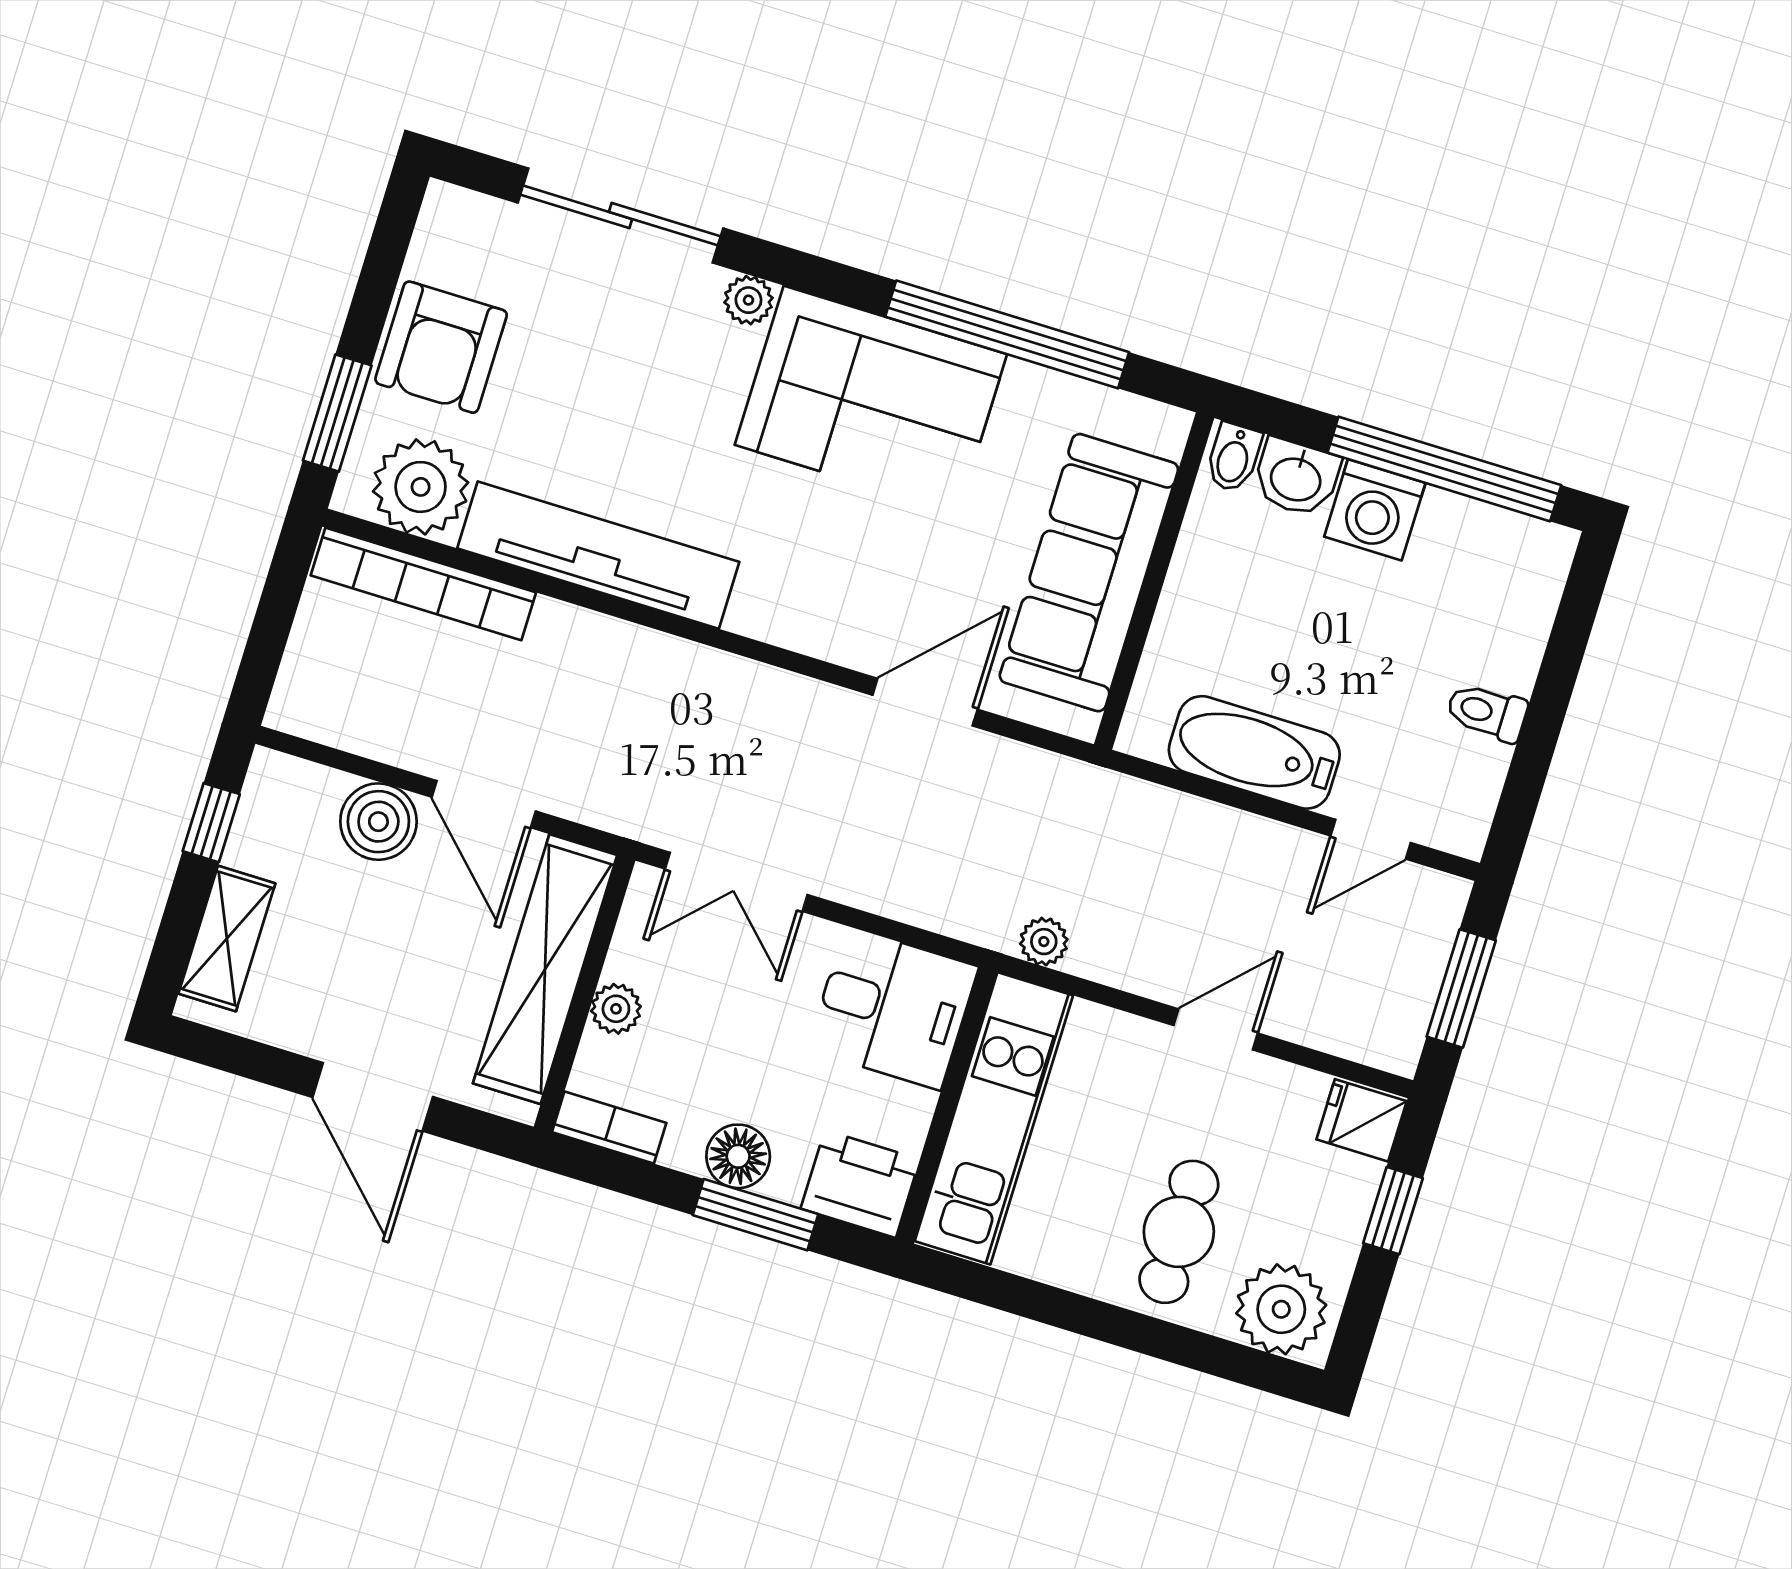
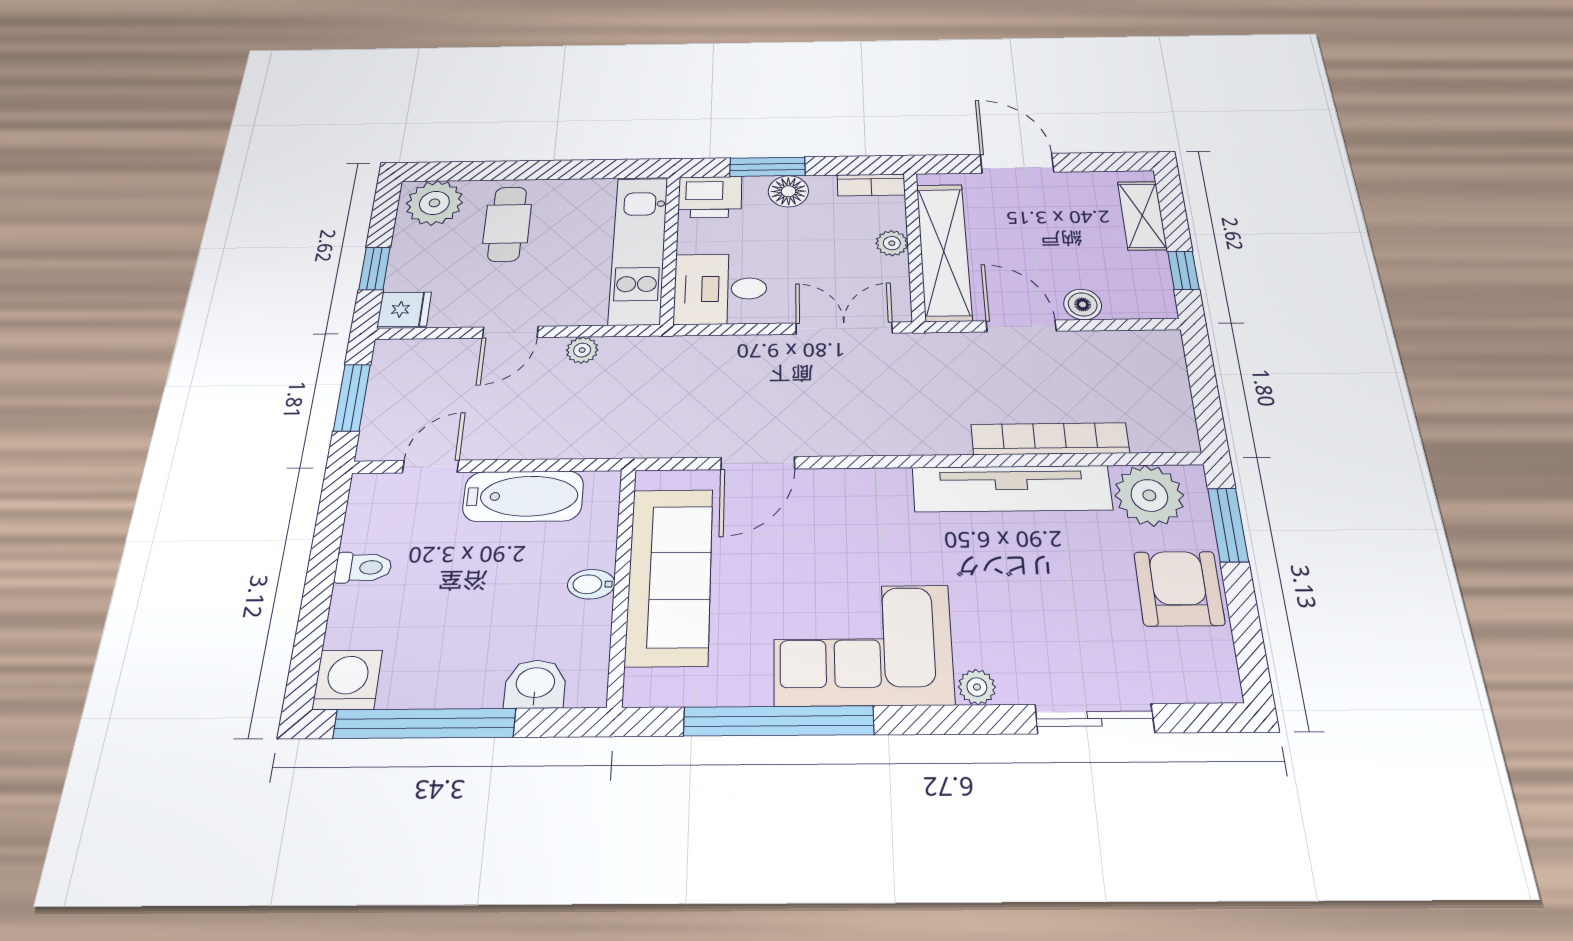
sliding door: (620, 215) -> (1095, 719), width x0.73
bidet: (1234, 457) -> (591, 584), moved, turned -90
washing machine: (1375, 510) -> (347, 680), moved
bookcase: (423, 584) -> (1050, 439), moved
boiler: (378, 822) -> (1083, 304), width x0.73, depth x0.73
plant: (1044, 942) -> (582, 350), moved

